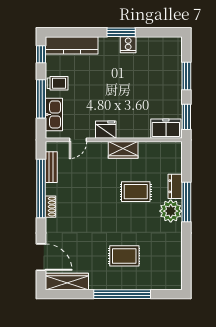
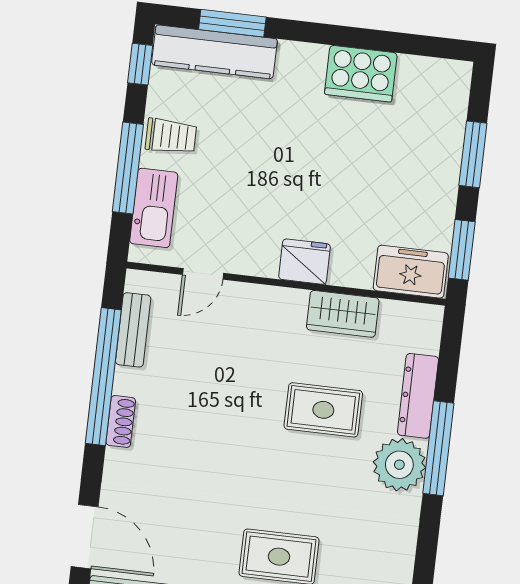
window: (121, 32) -> (232, 23), moved
cooker: (128, 45) -> (361, 74), width x1.87, depth x1.31
fridge: (106, 130) -> (305, 262), moved
wardrobe: (123, 150) -> (343, 314), moved
dresser: (175, 186) -> (418, 396), width x1.44

